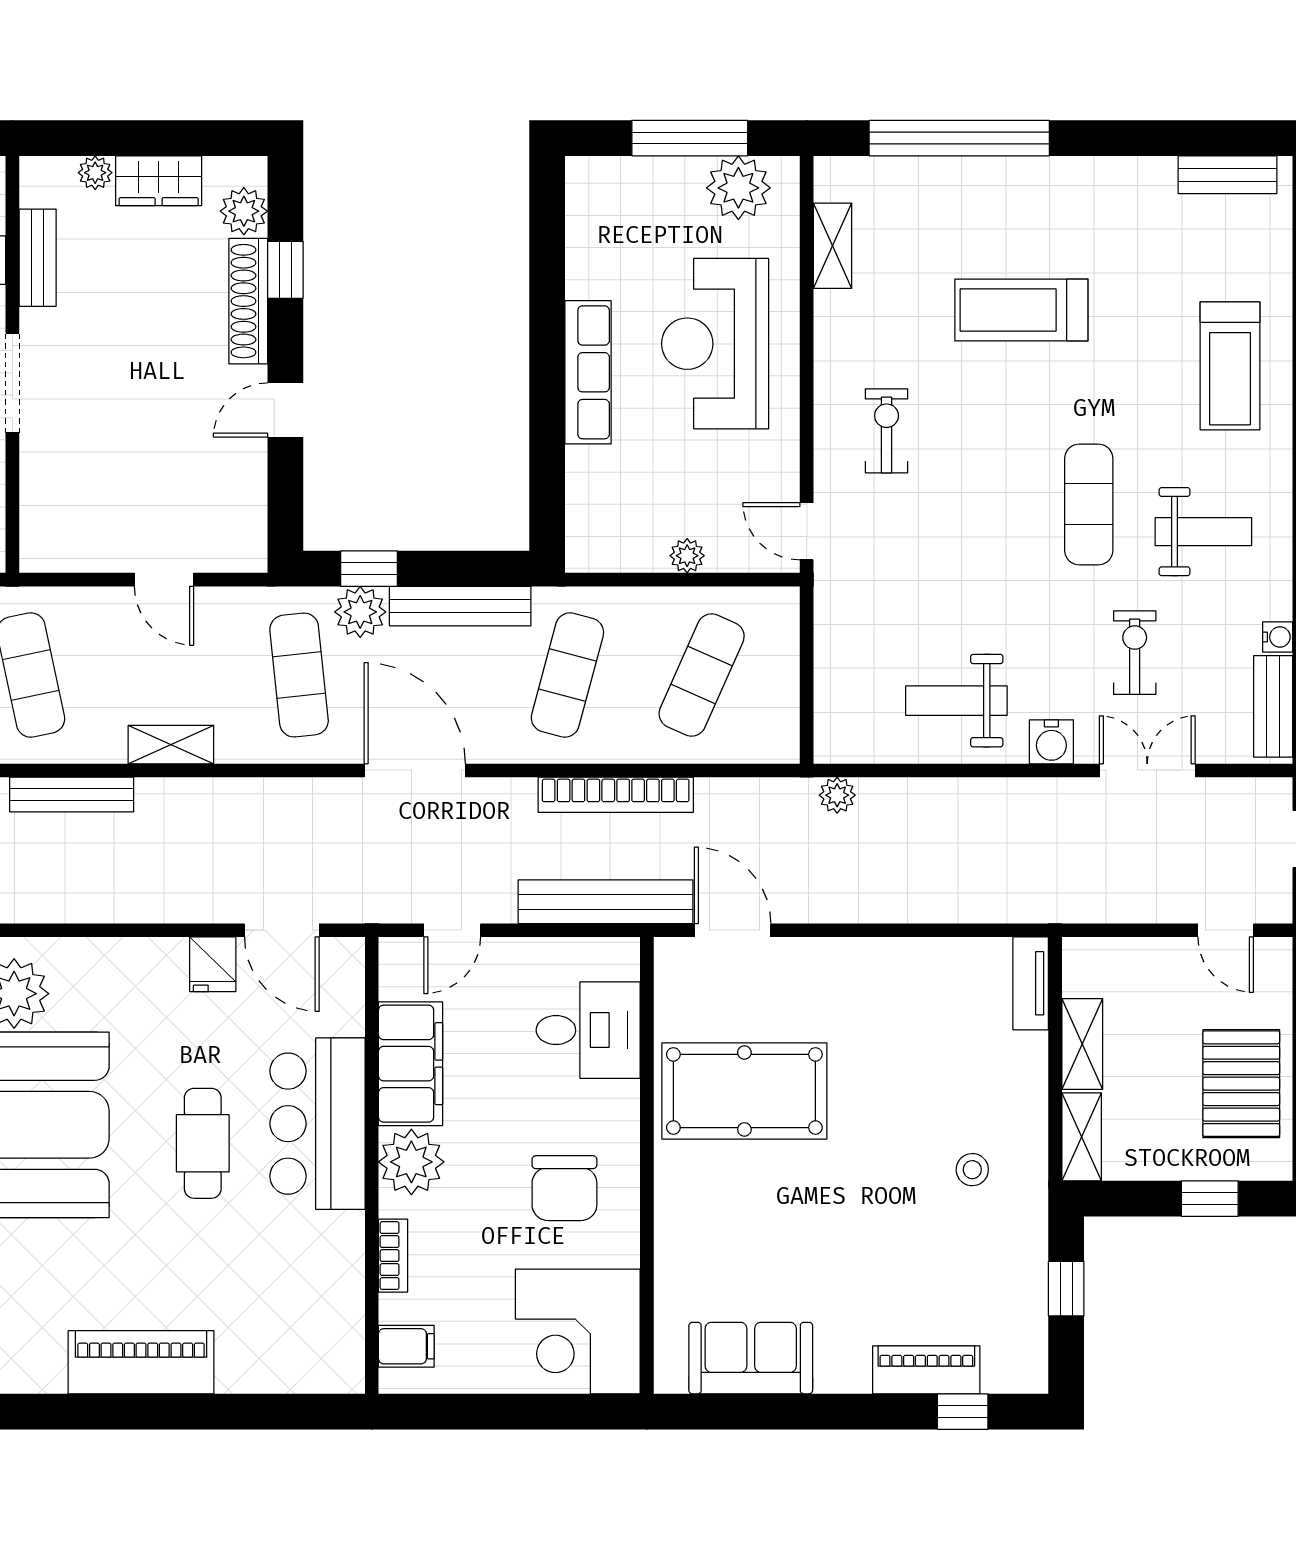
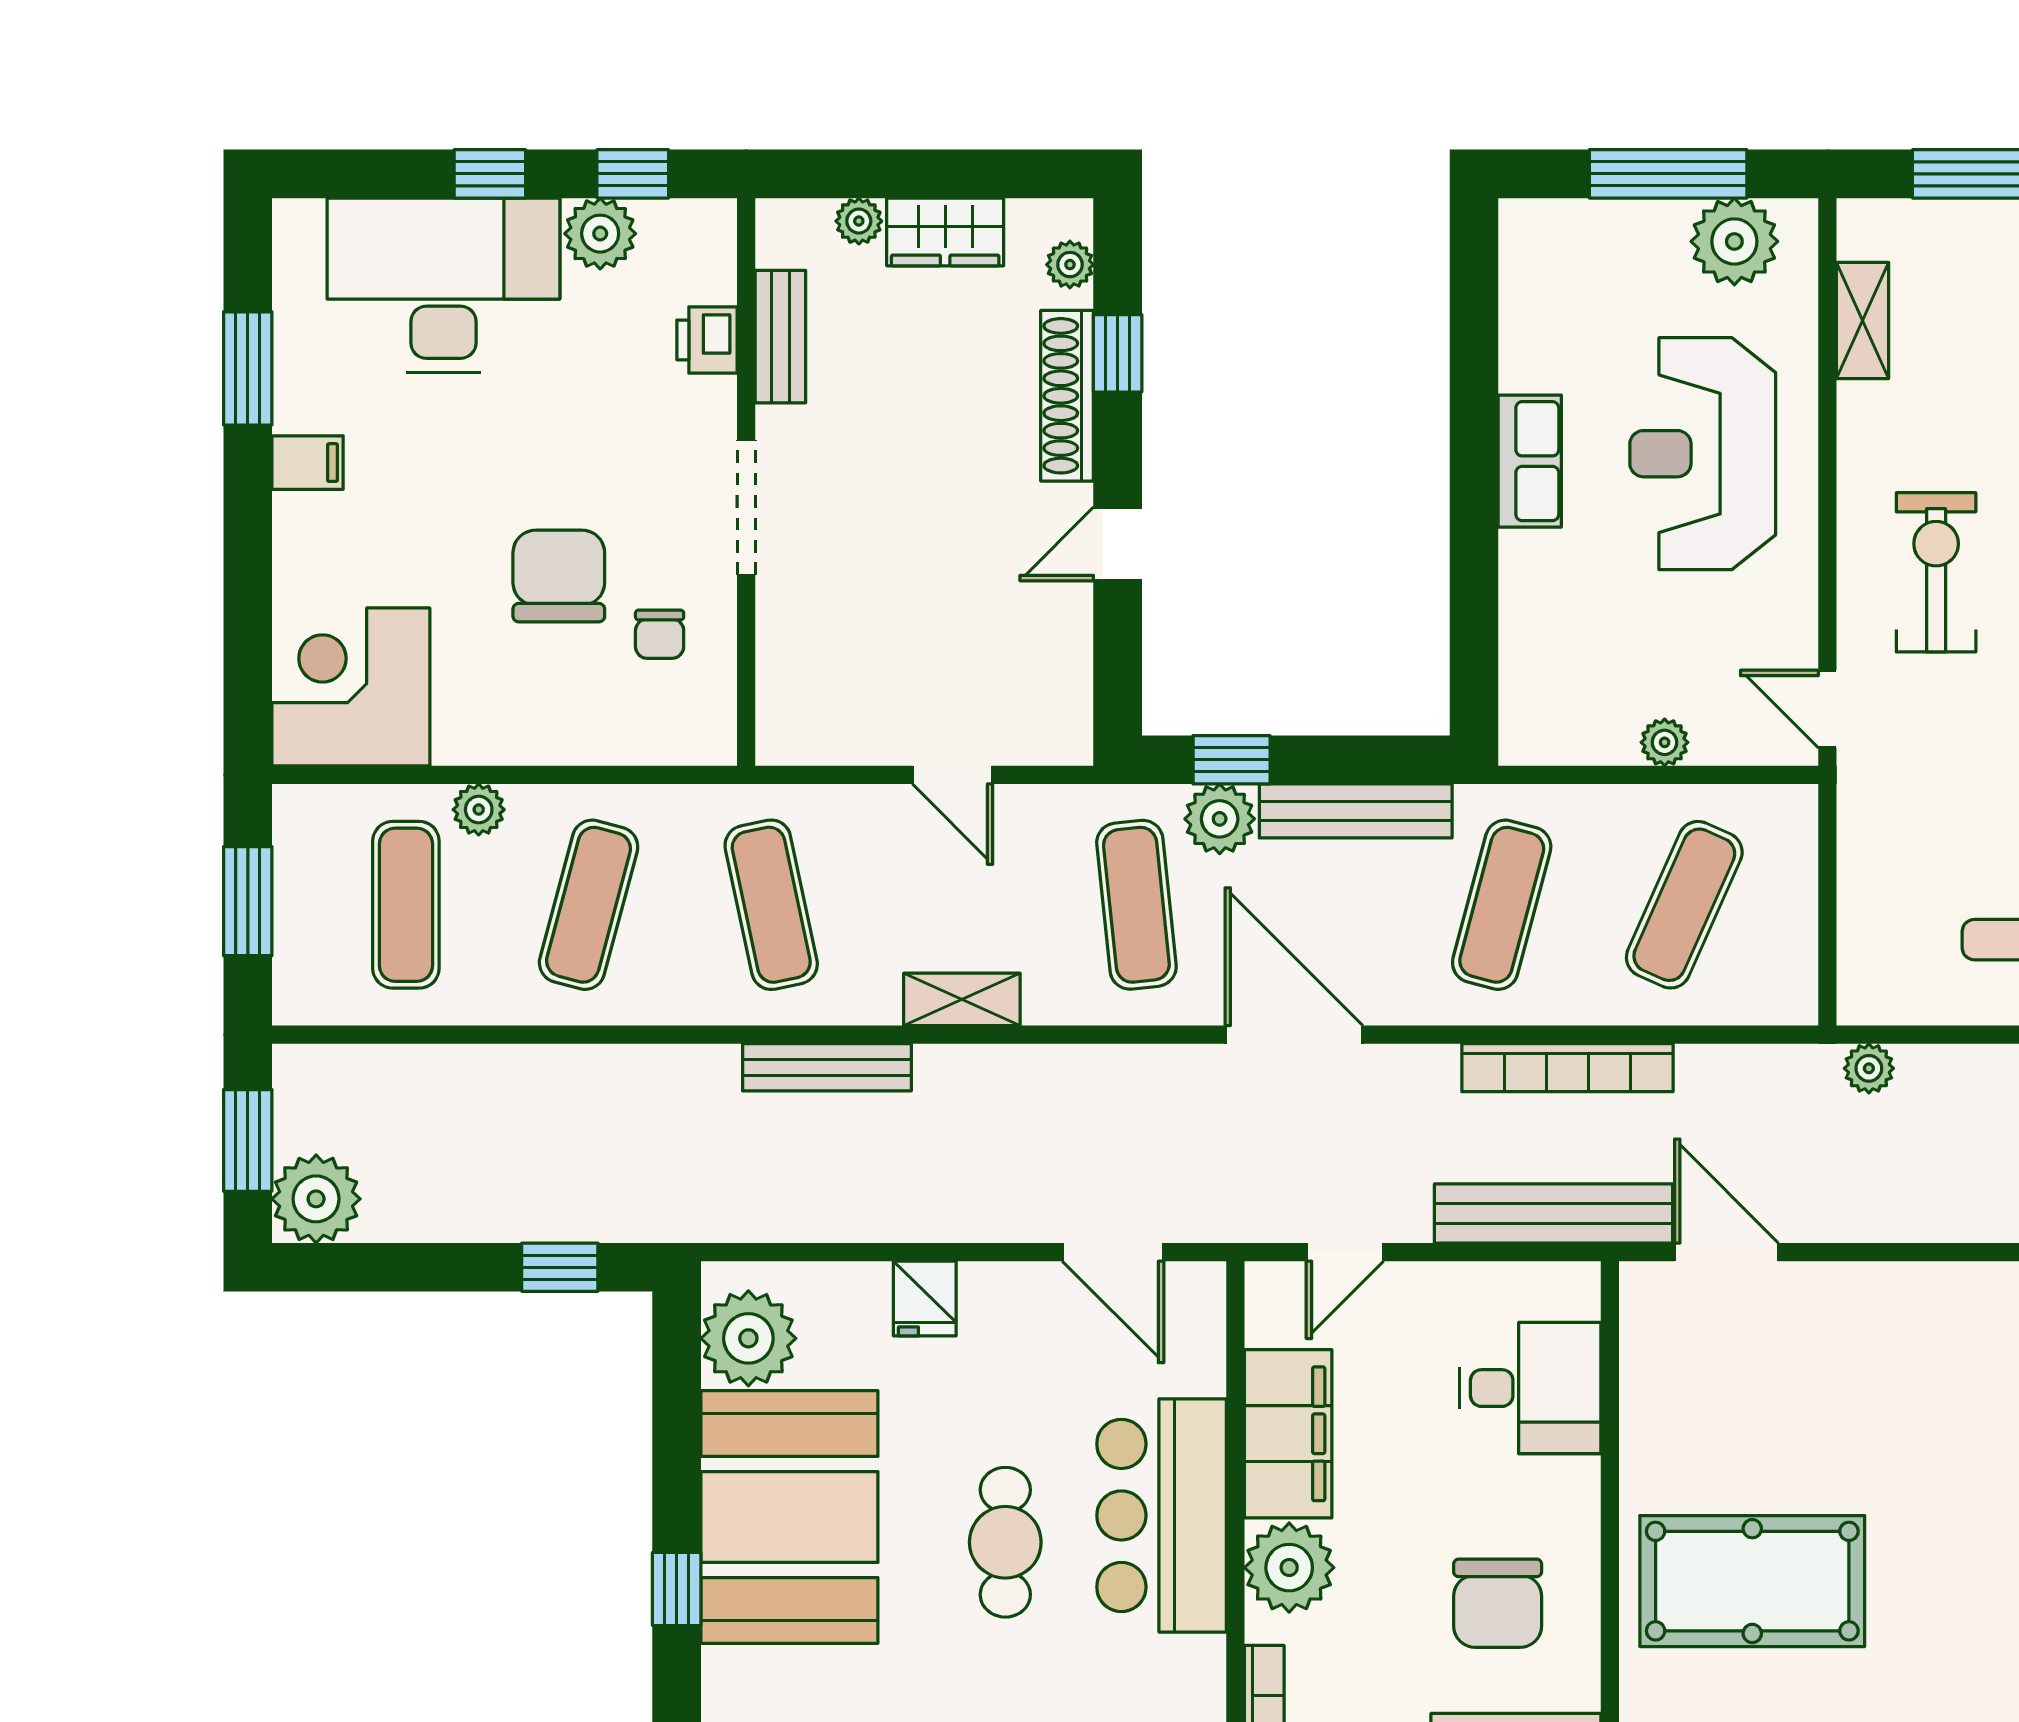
plant: (244, 211) -> (1070, 265), width x0.73, depth x0.73
row of seats: (588, 372) -> (1530, 461), width x0.68
exercise bike: (887, 431) -> (1936, 572), width x1.38, depth x1.39
fridge: (213, 964) -> (925, 1299), moved
pool table: (744, 1091) -> (1752, 1581), moved

